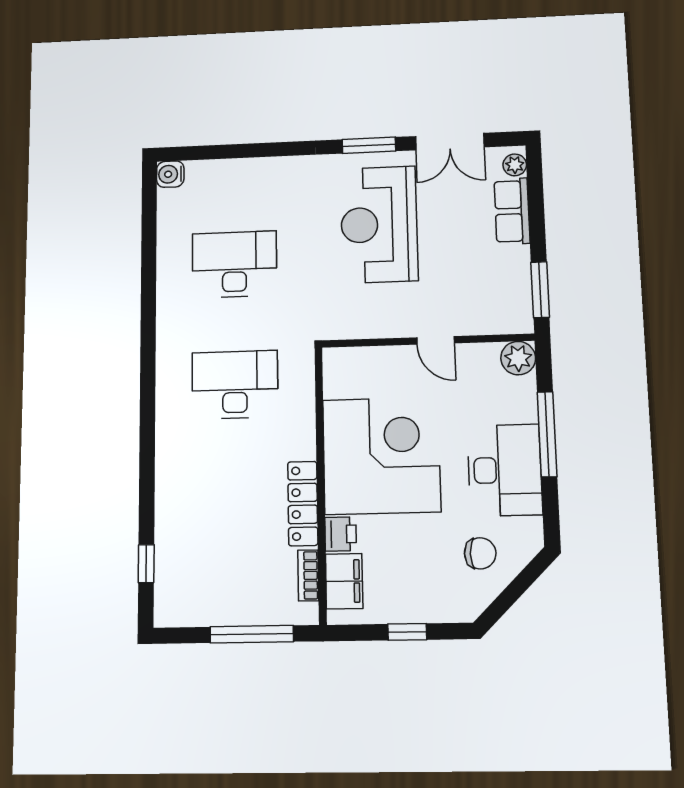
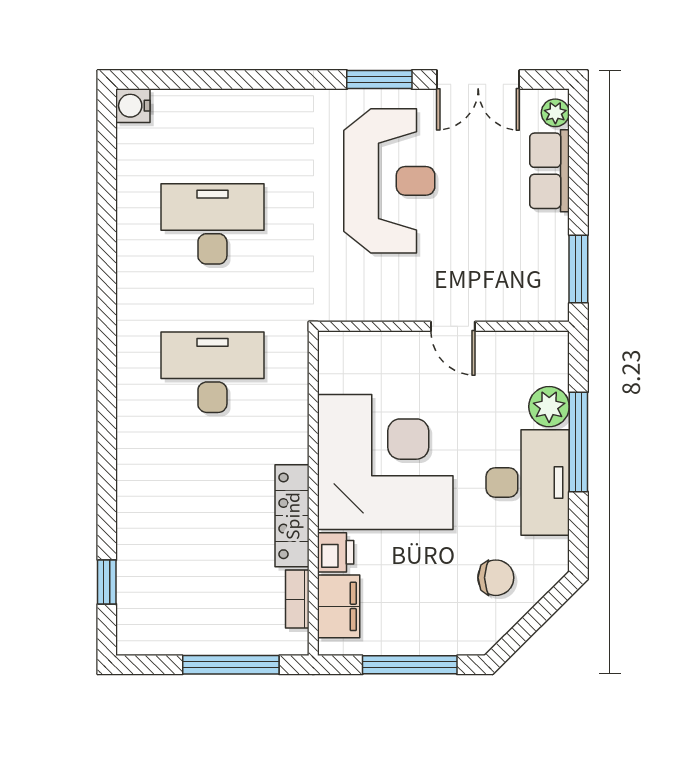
reception desk: (379, 224) -> (389, 181), turned 180
plant: (518, 358) -> (549, 407), moved
window: (407, 632) -> (410, 665), width x2.17

